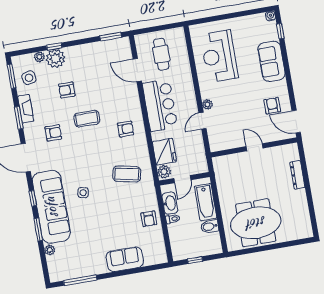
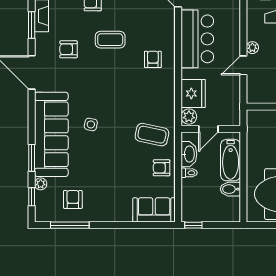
armchair: (126, 129) -> (153, 59), turned -90
armchair: (53, 133) -> (69, 49), turned 180
coffee table: (127, 174) -> (152, 135), moved
window: (33, 198) -> (32, 197), moved
armchair: (149, 219) -> (162, 168), turned 90
armchair: (79, 258) -> (73, 199), added
sofa: (125, 259) -> (154, 210), moved
window: (195, 260) -> (193, 225), moved

